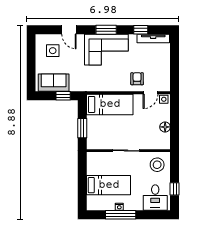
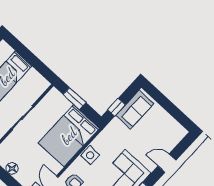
side table: (53, 51) -> (90, 155), moved
bed: (110, 104) -> (69, 136), width x1.50

